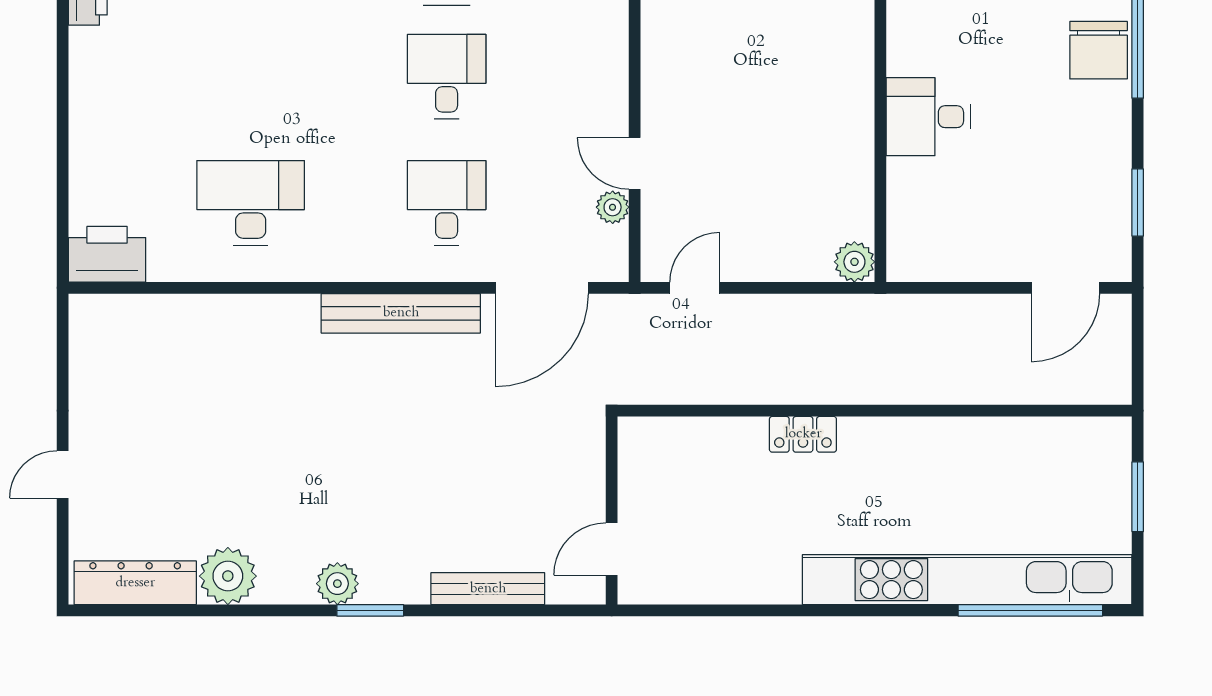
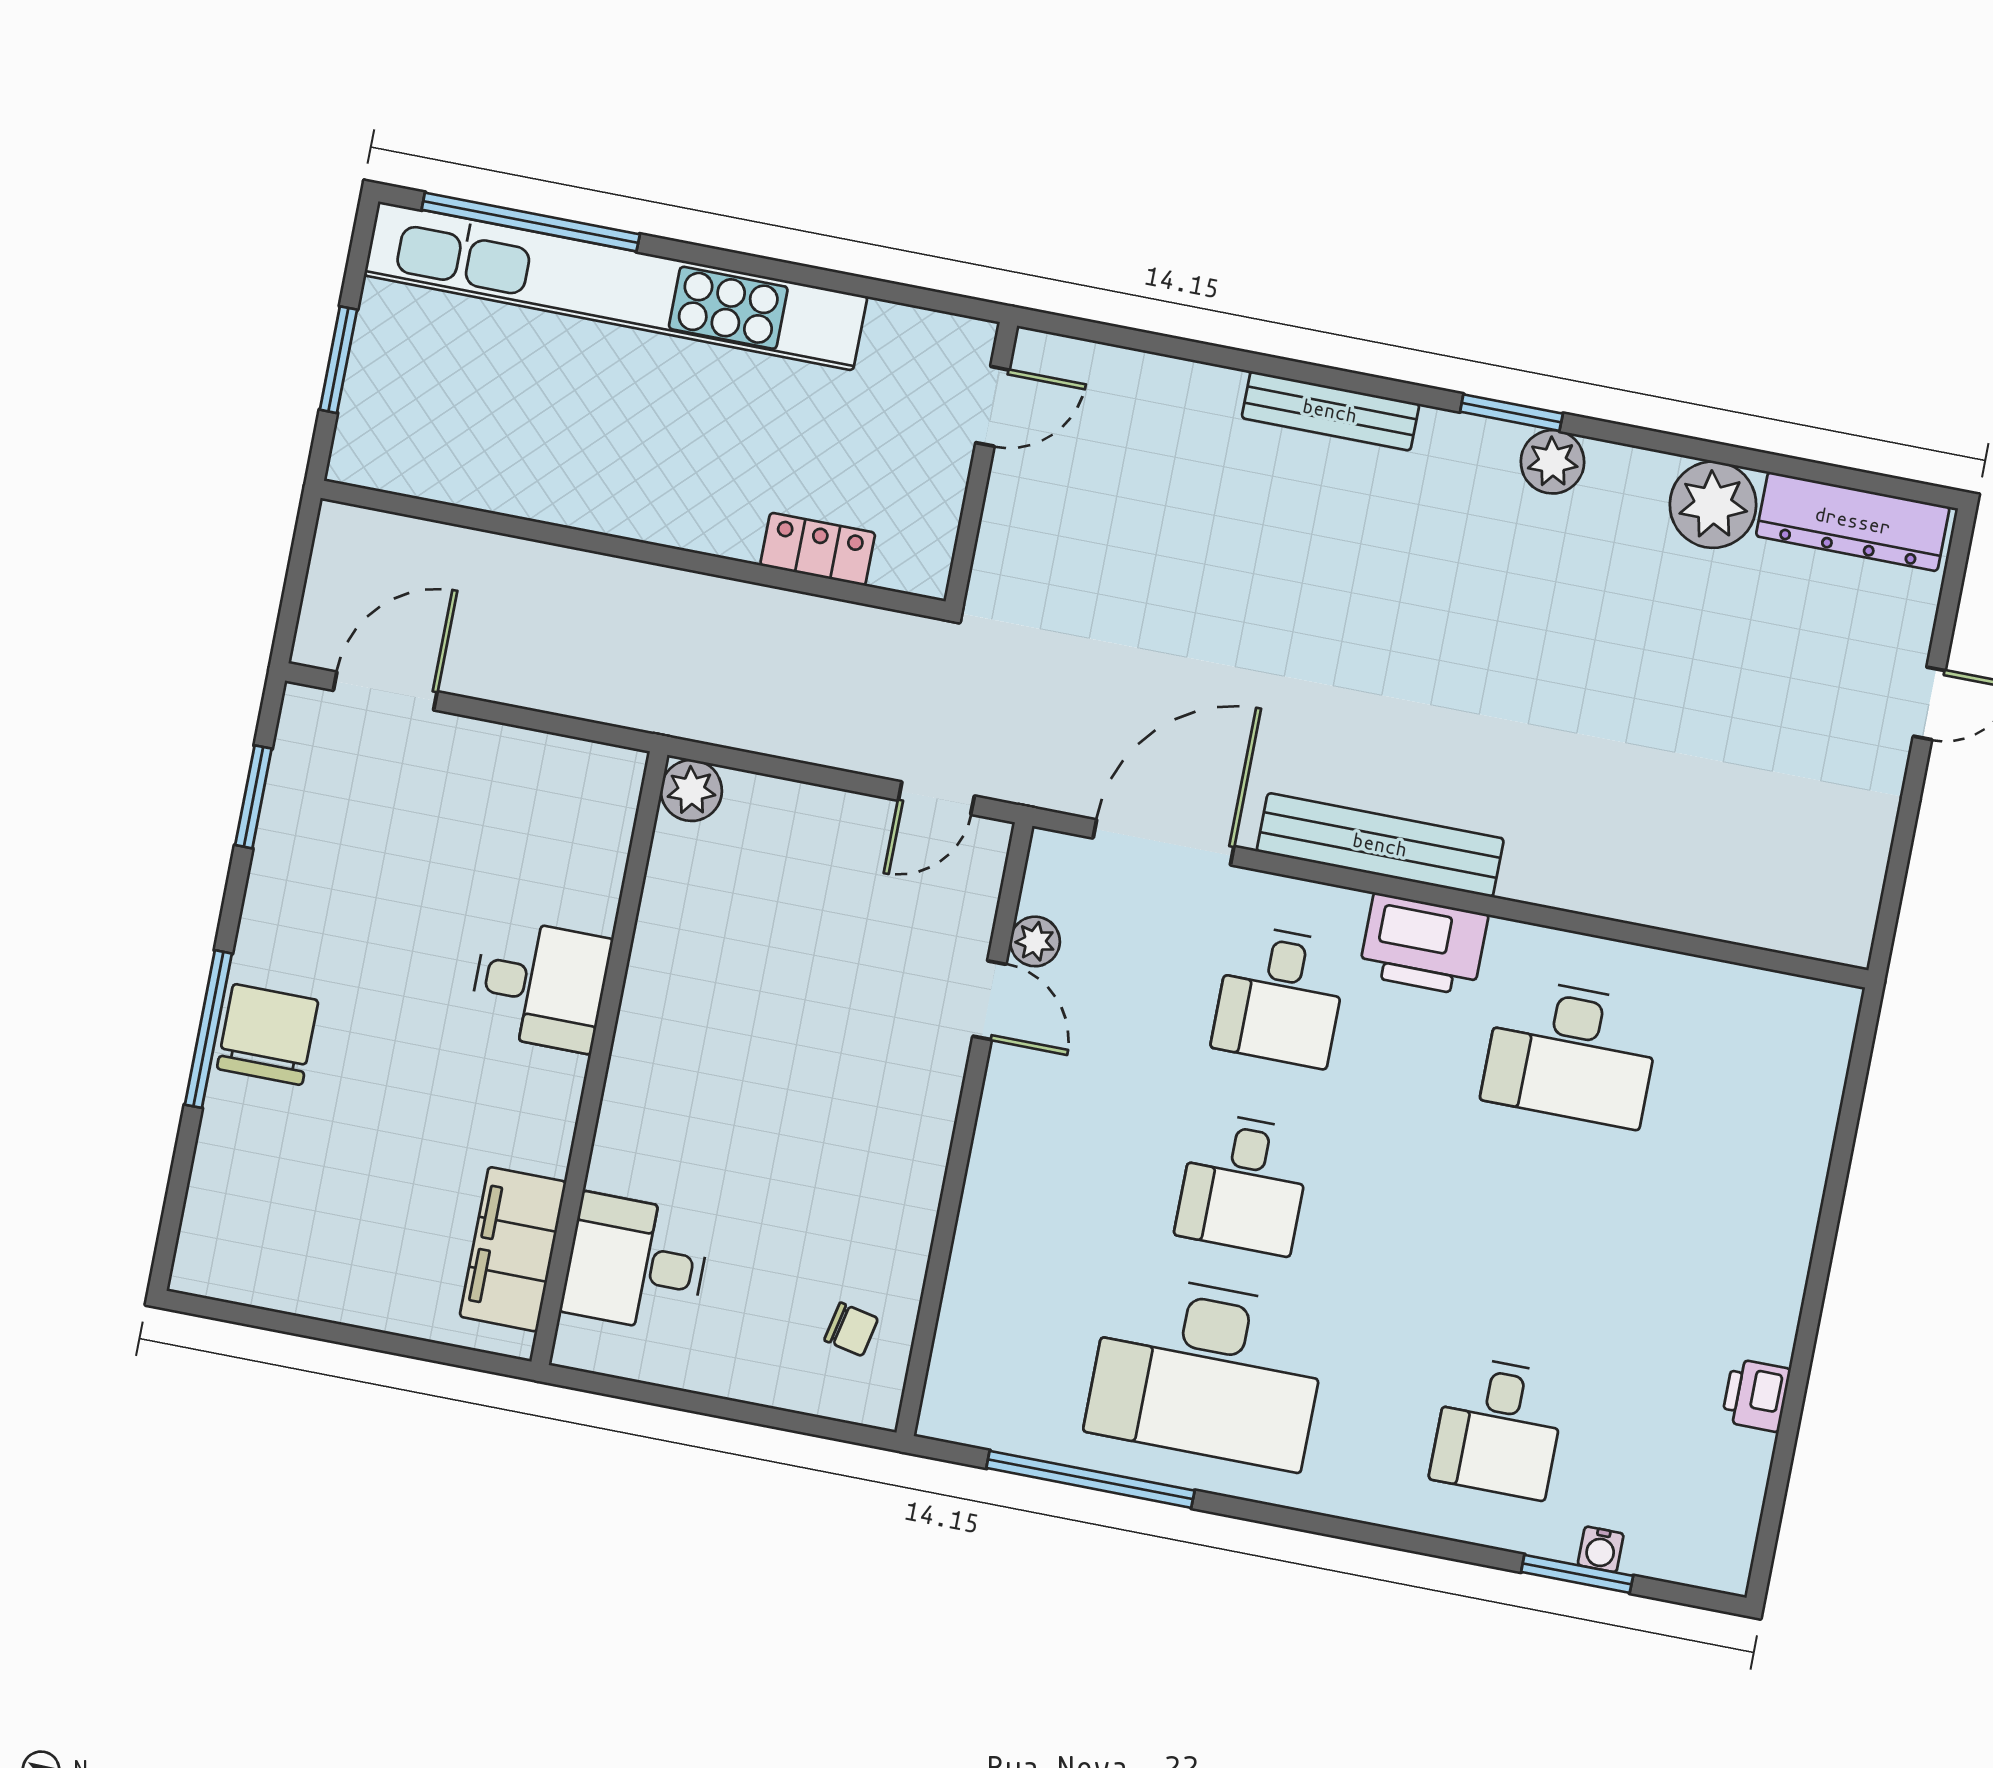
printer: (107, 254) -> (1423, 945), moved
wall: (612, 510) -> (981, 464), moved
door: (612, 549) -> (992, 406), moved

